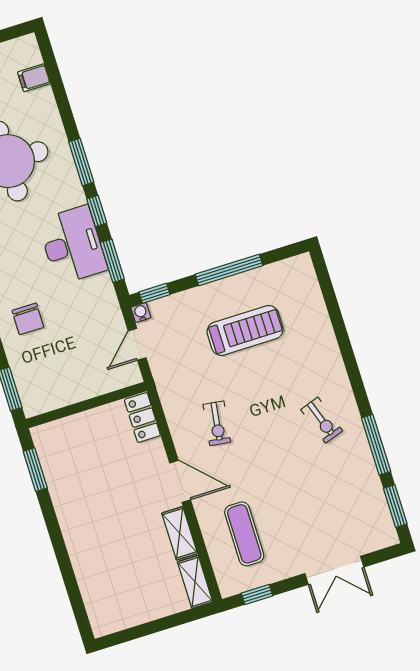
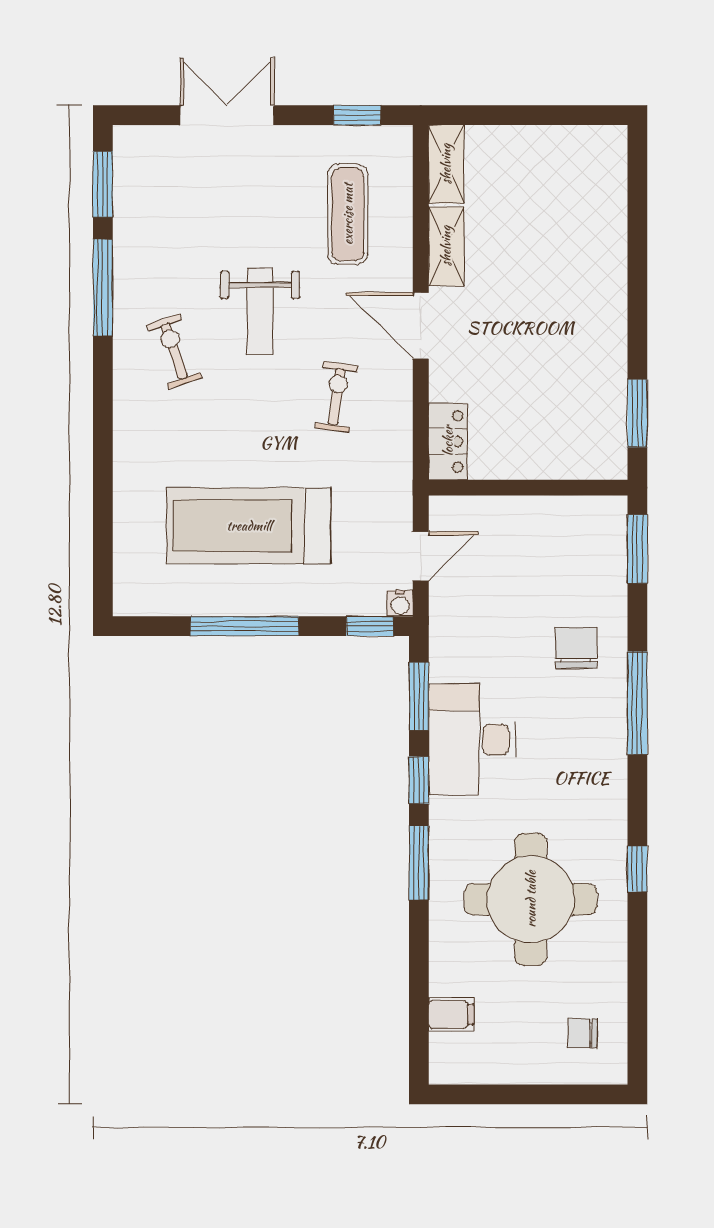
treadmill: (245, 330) -> (249, 526), width x1.37, depth x1.38
weight bench: (278, 460) -> (260, 311), added

